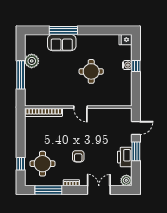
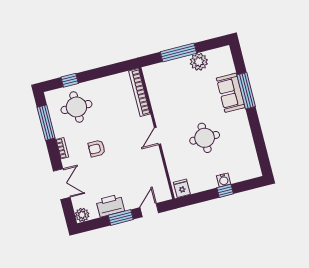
fridge: (125, 40) -> (182, 188), moved
door: (136, 128) -> (149, 210), swing flipped

